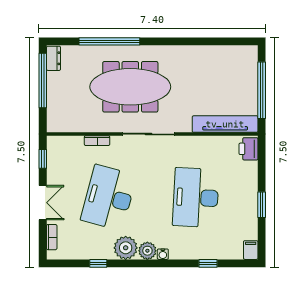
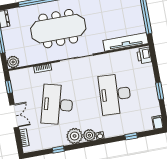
plant: (56, 124) -> (13, 62), added

